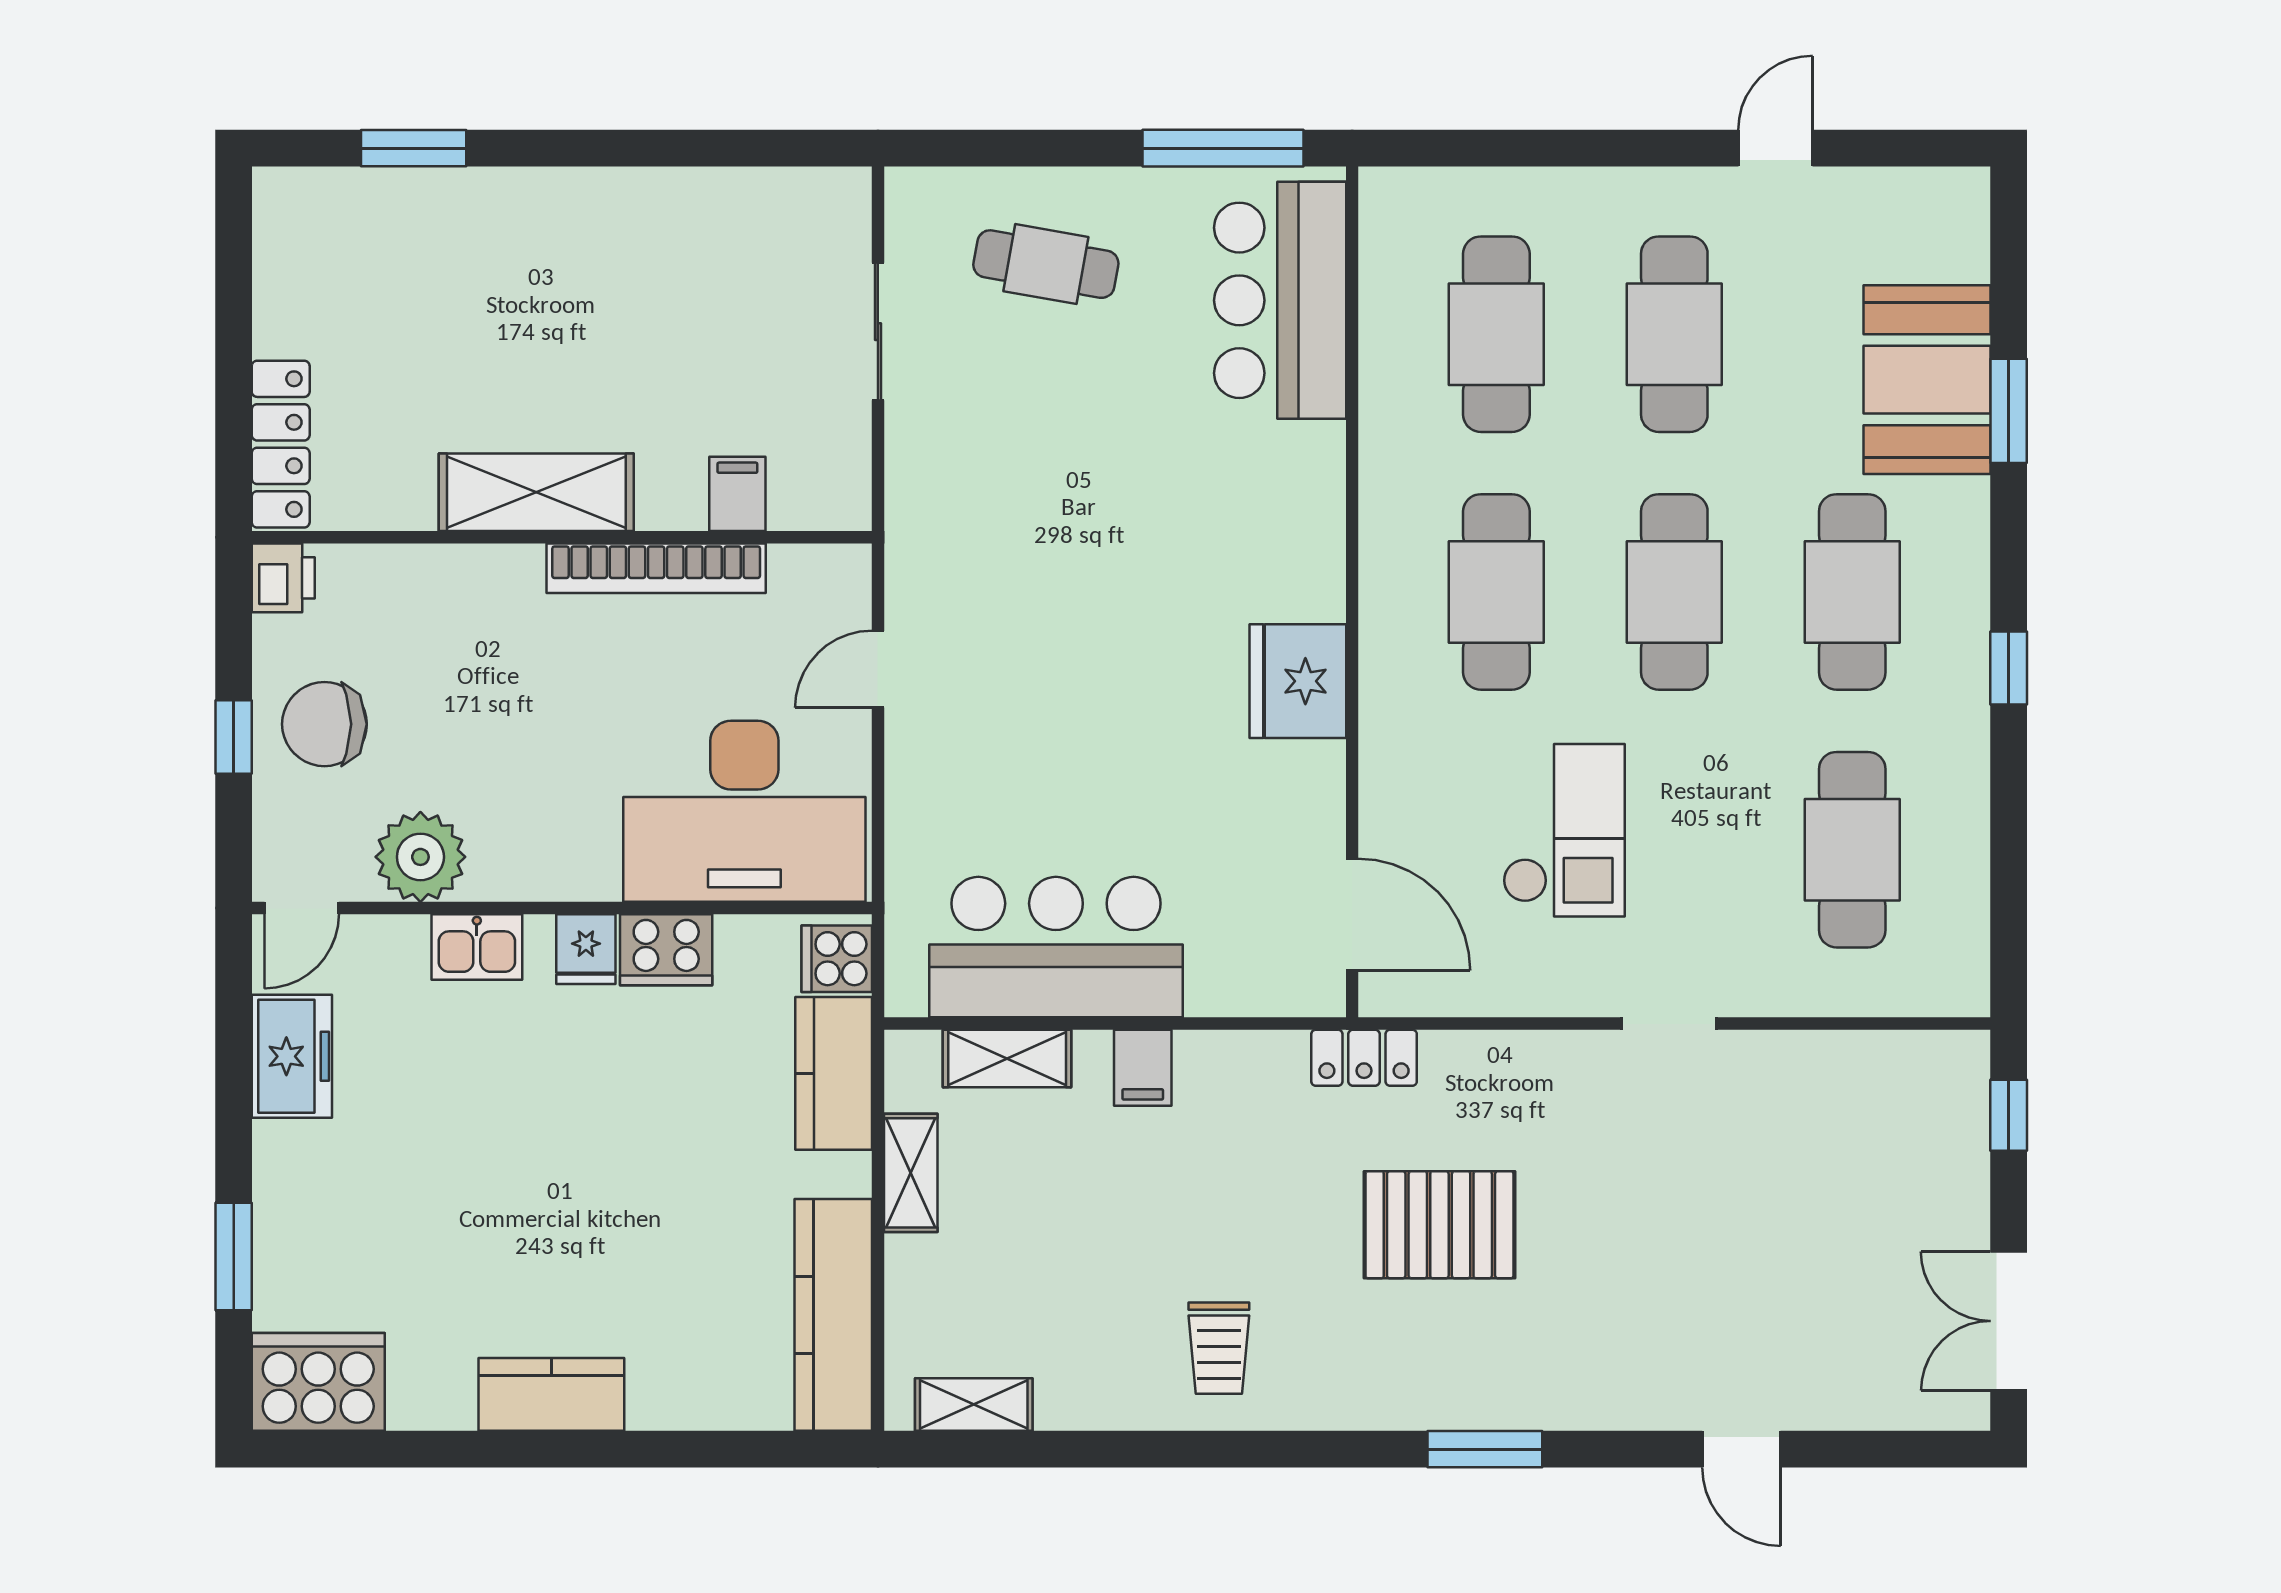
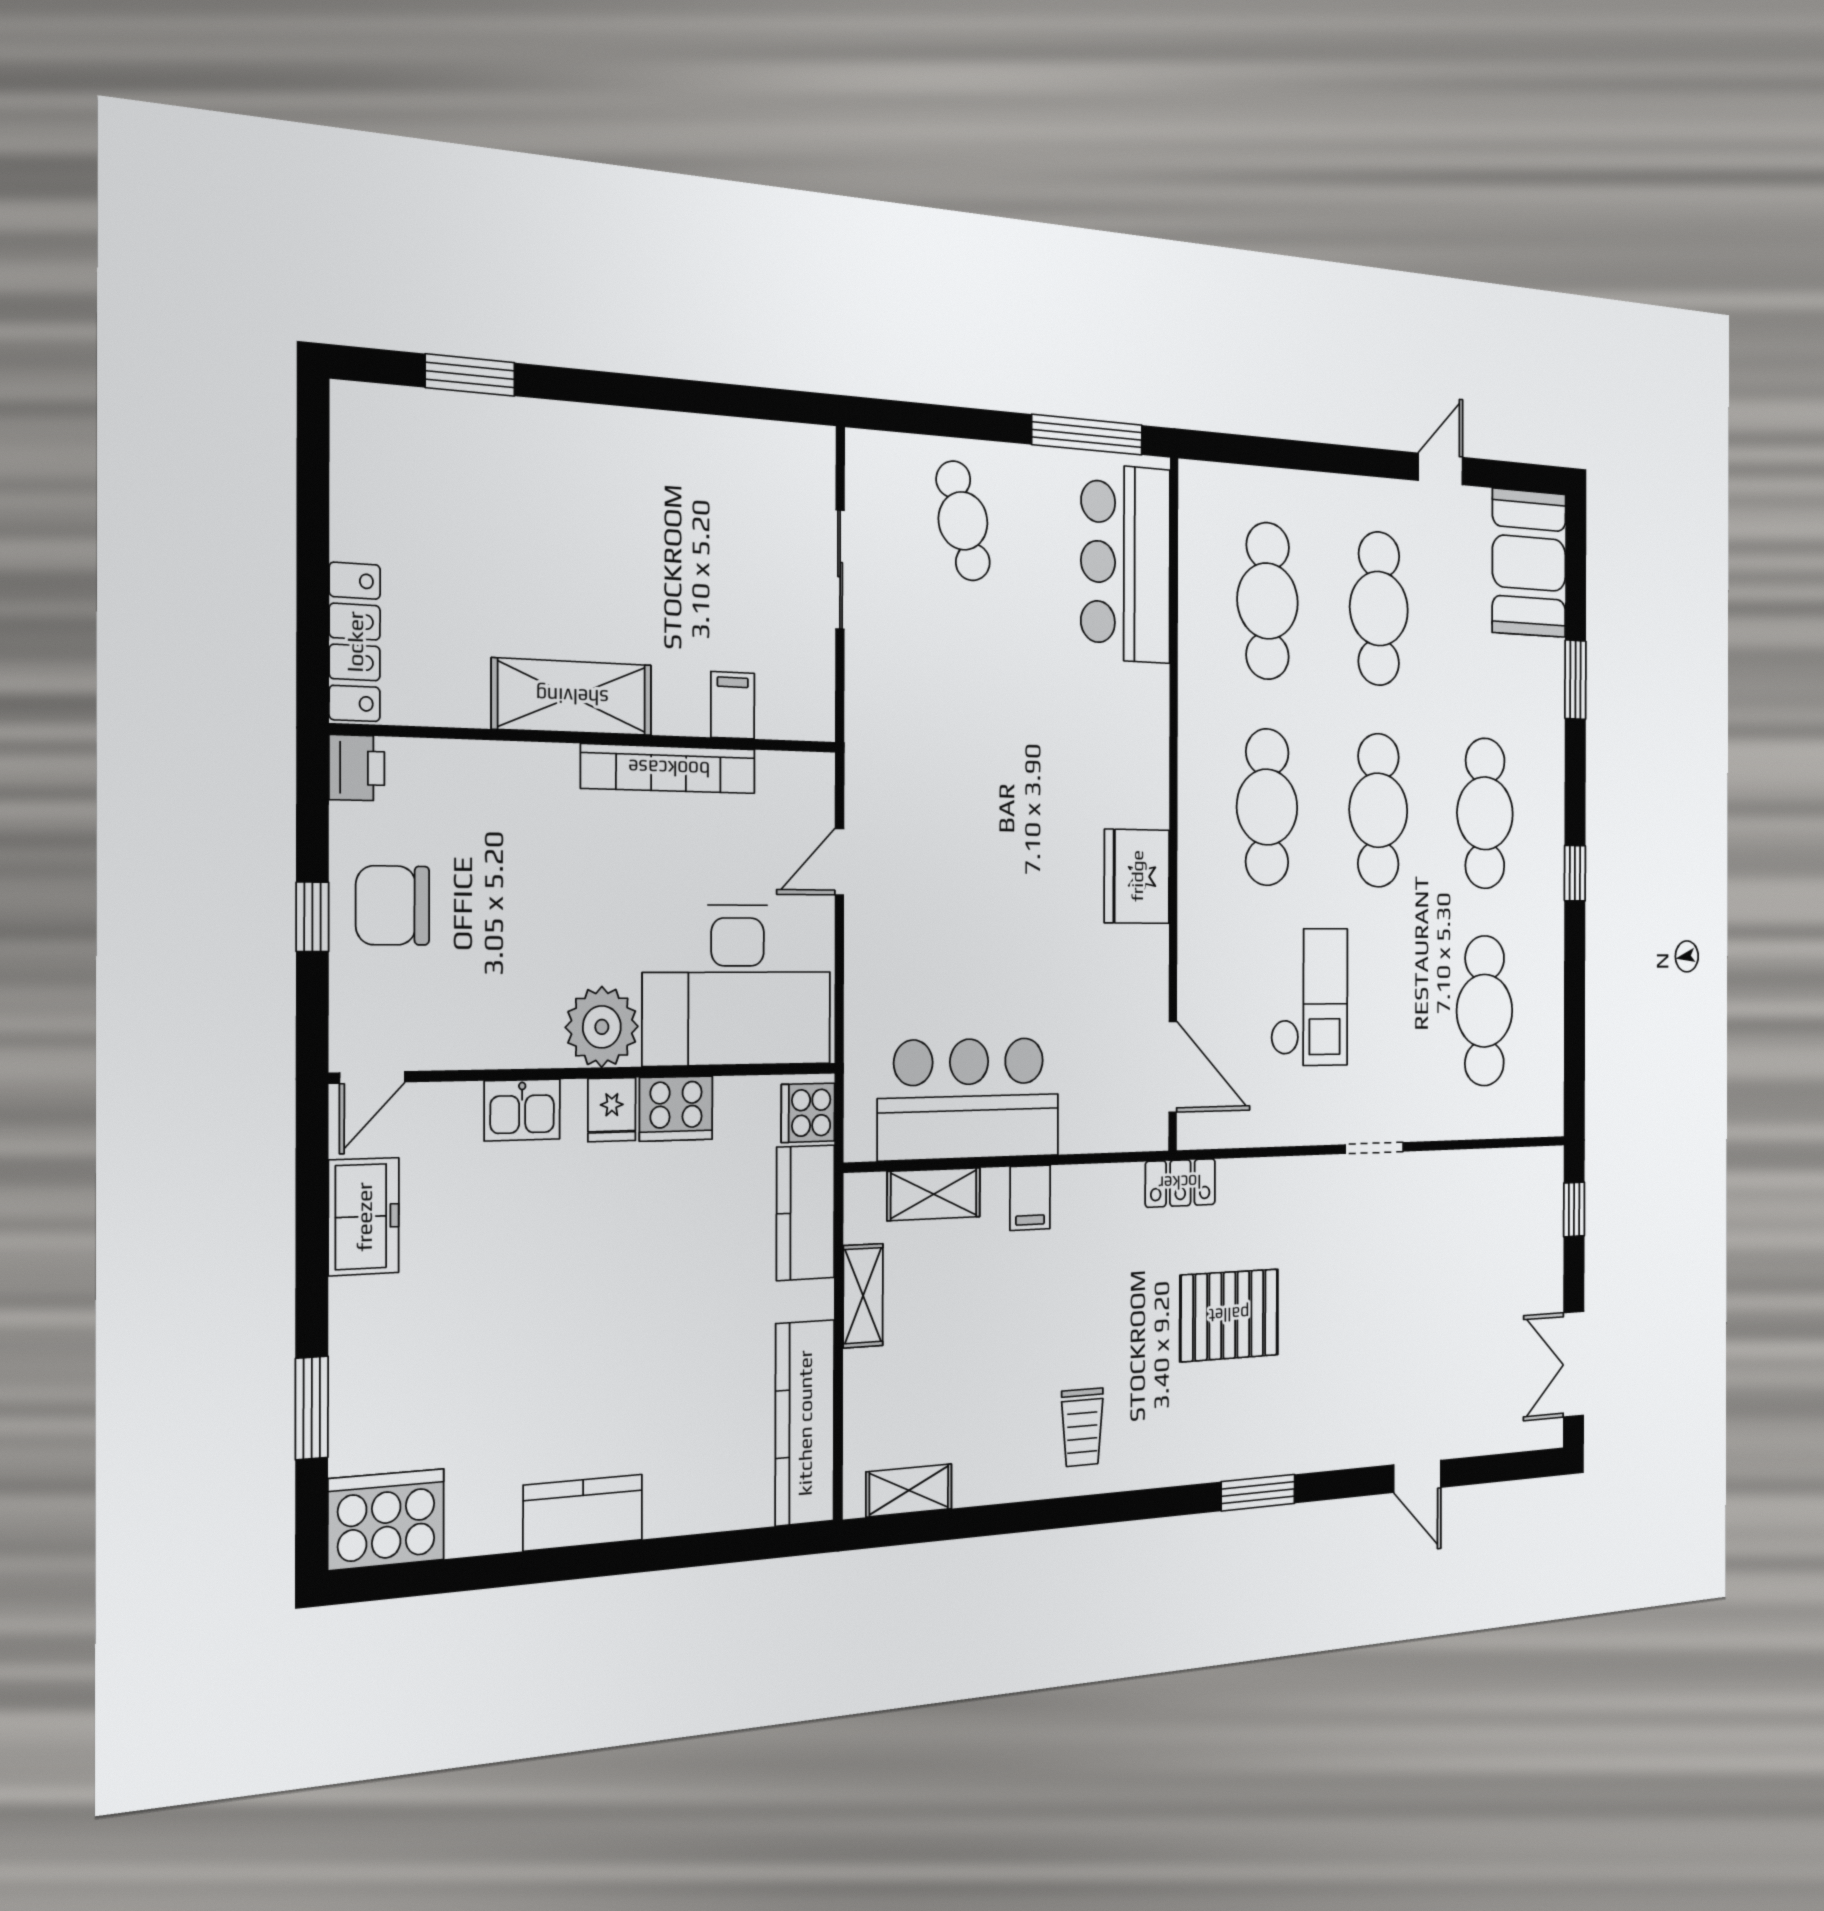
cafe table: (1046, 264) -> (963, 521), turned 64
booth: (1927, 380) -> (1529, 563), moved
plant: (420, 857) -> (602, 1027), moved

